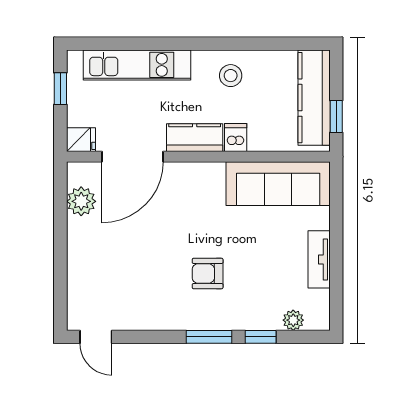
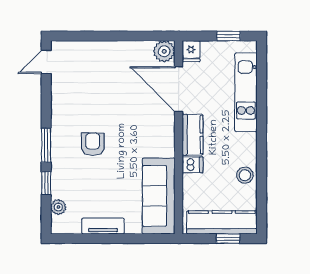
stool: (231, 76) -> (245, 175), moved
window: (336, 116) -> (228, 239), moved
plant: (81, 201) -> (164, 51), moved

